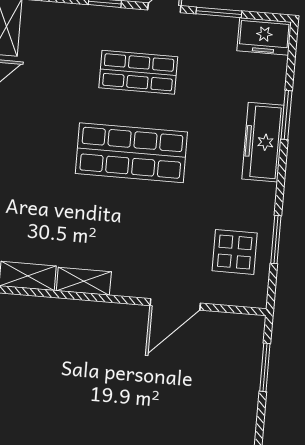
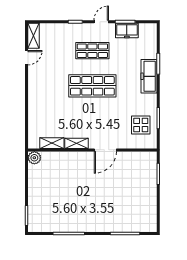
freezer: (264, 36) -> (127, 30), moved
door: (175, 304) -> (105, 150), moved

